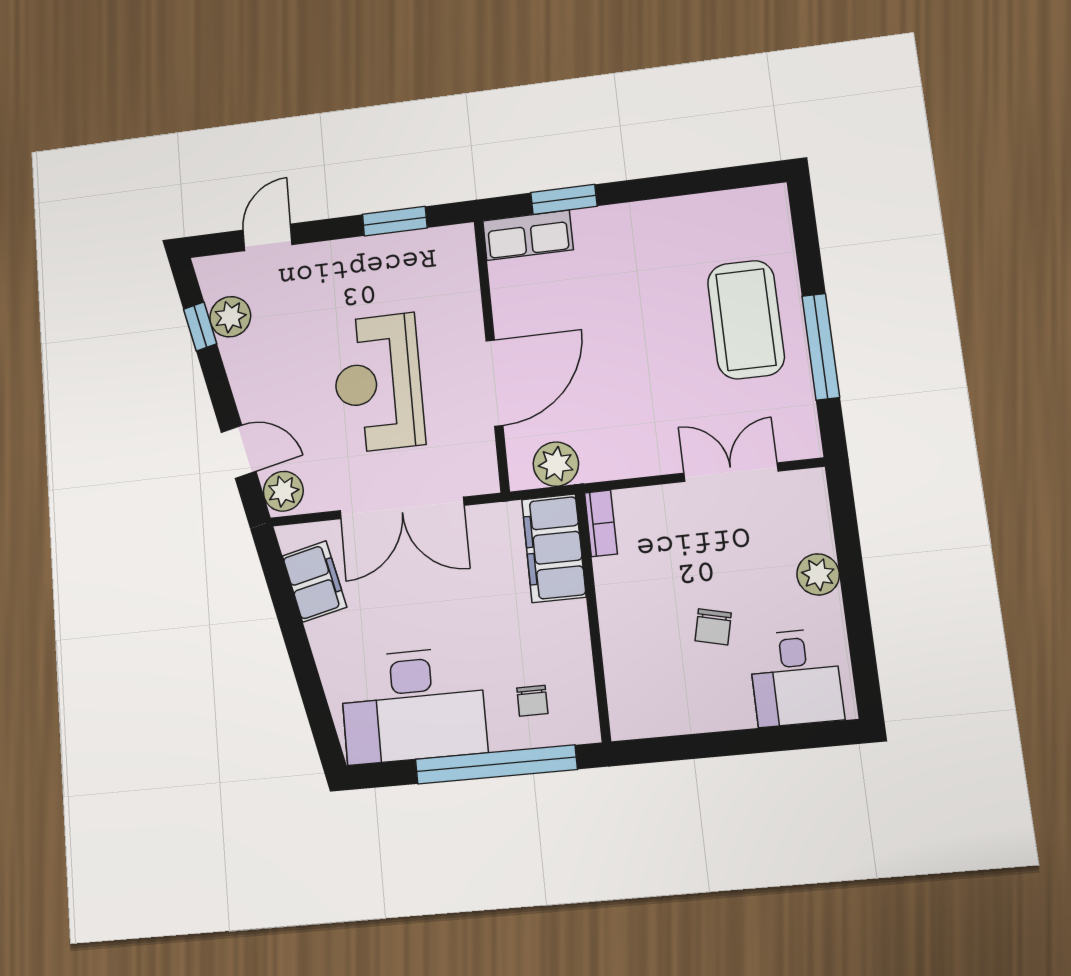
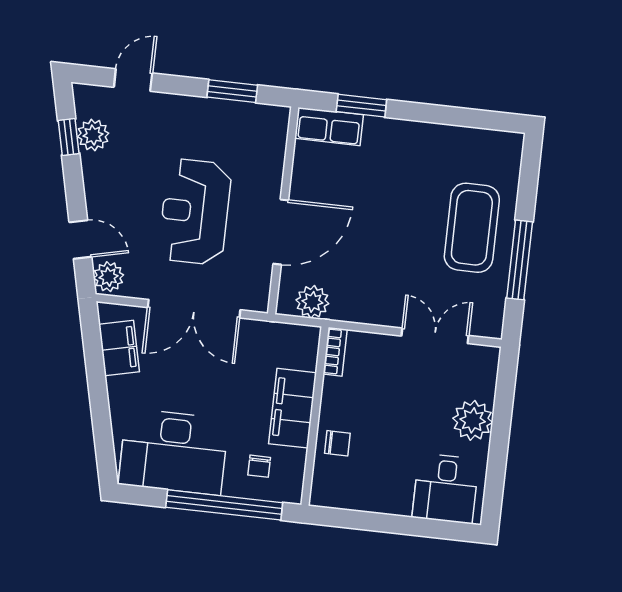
filing cabinet: (554, 548) -> (293, 408), moved
plant: (818, 574) -> (473, 420), width x1.36, depth x1.36
chair: (713, 627) -> (337, 443), moved, turned -103

